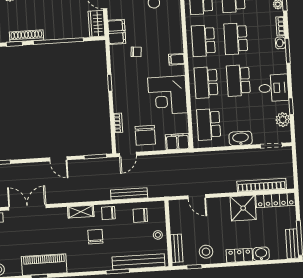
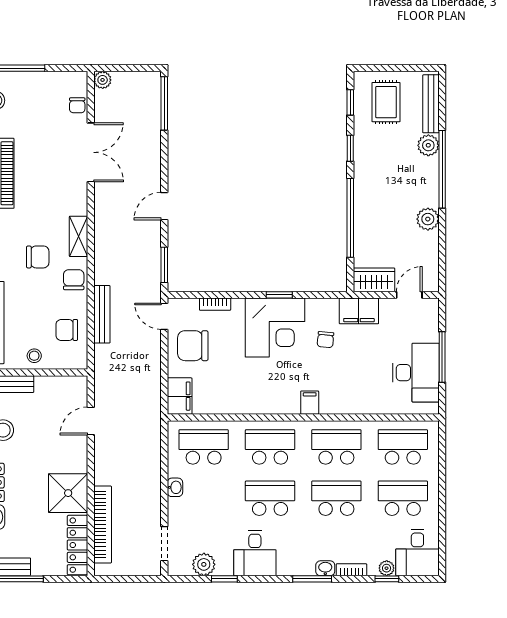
shoe rack: (26, 36) -> (361, 168), removed
corner desk: (167, 95) -> (275, 328), moved, turned 180
washbasin: (241, 138) -> (175, 487), width x0.52, depth x0.69
chair: (140, 215) -> (67, 330), turned -90

